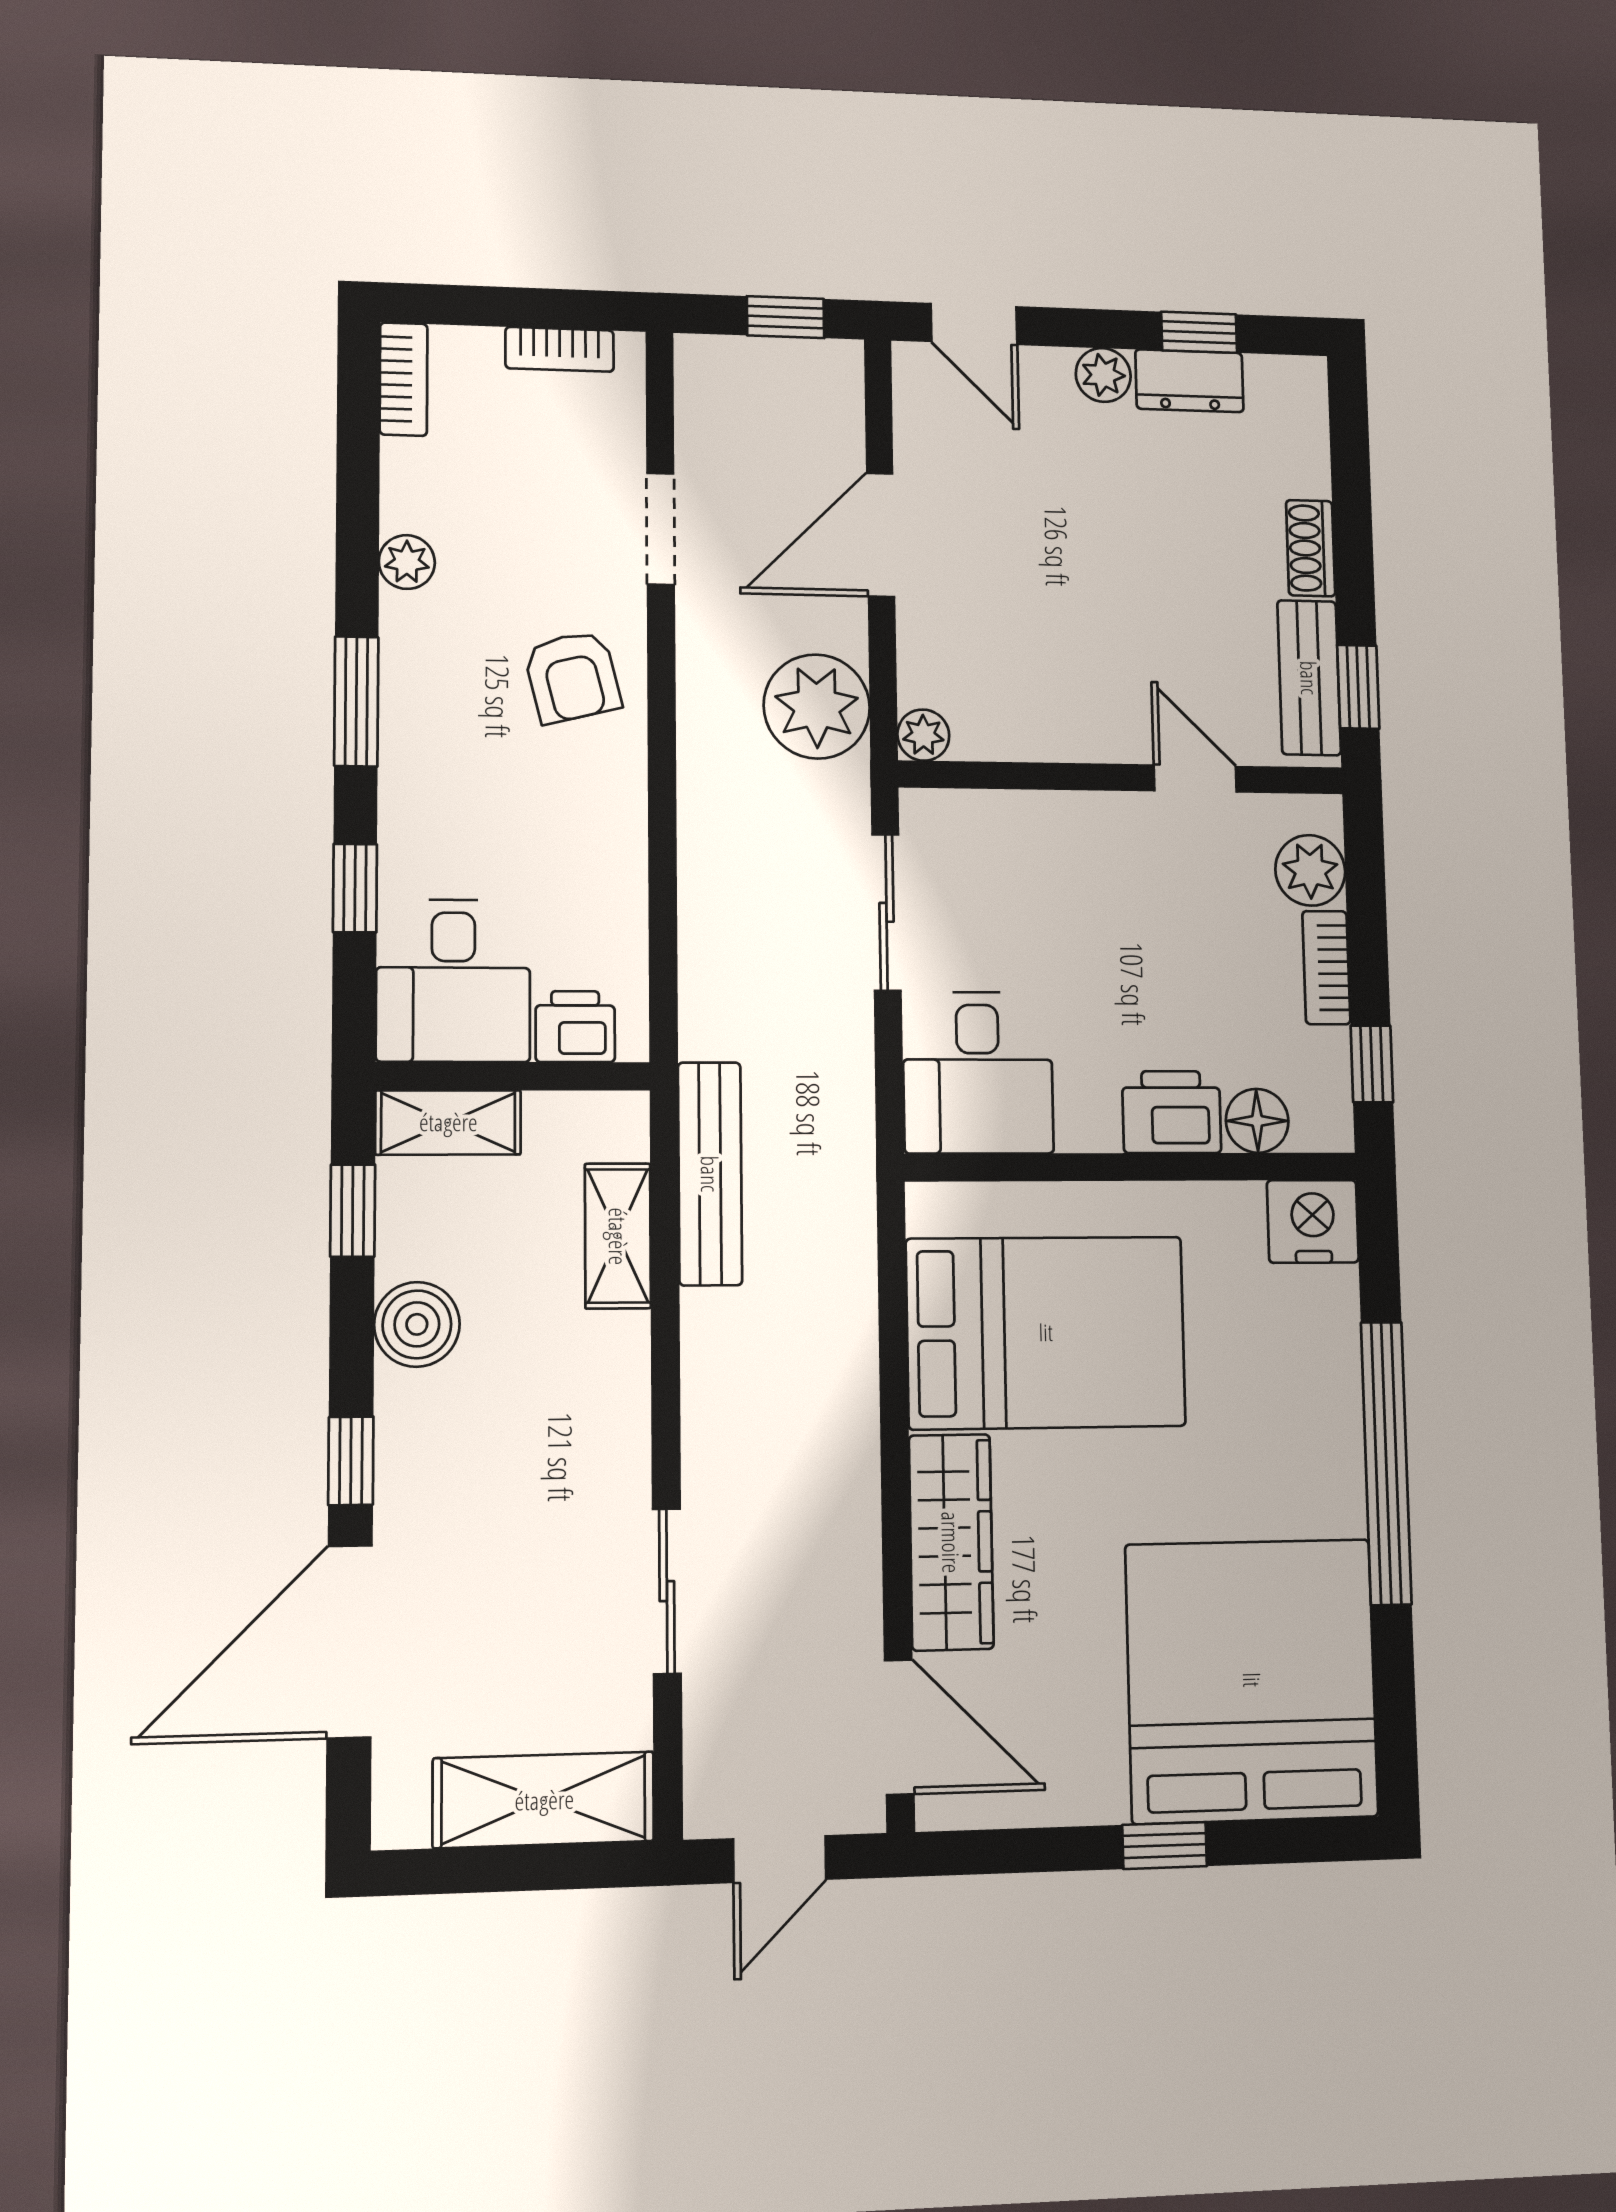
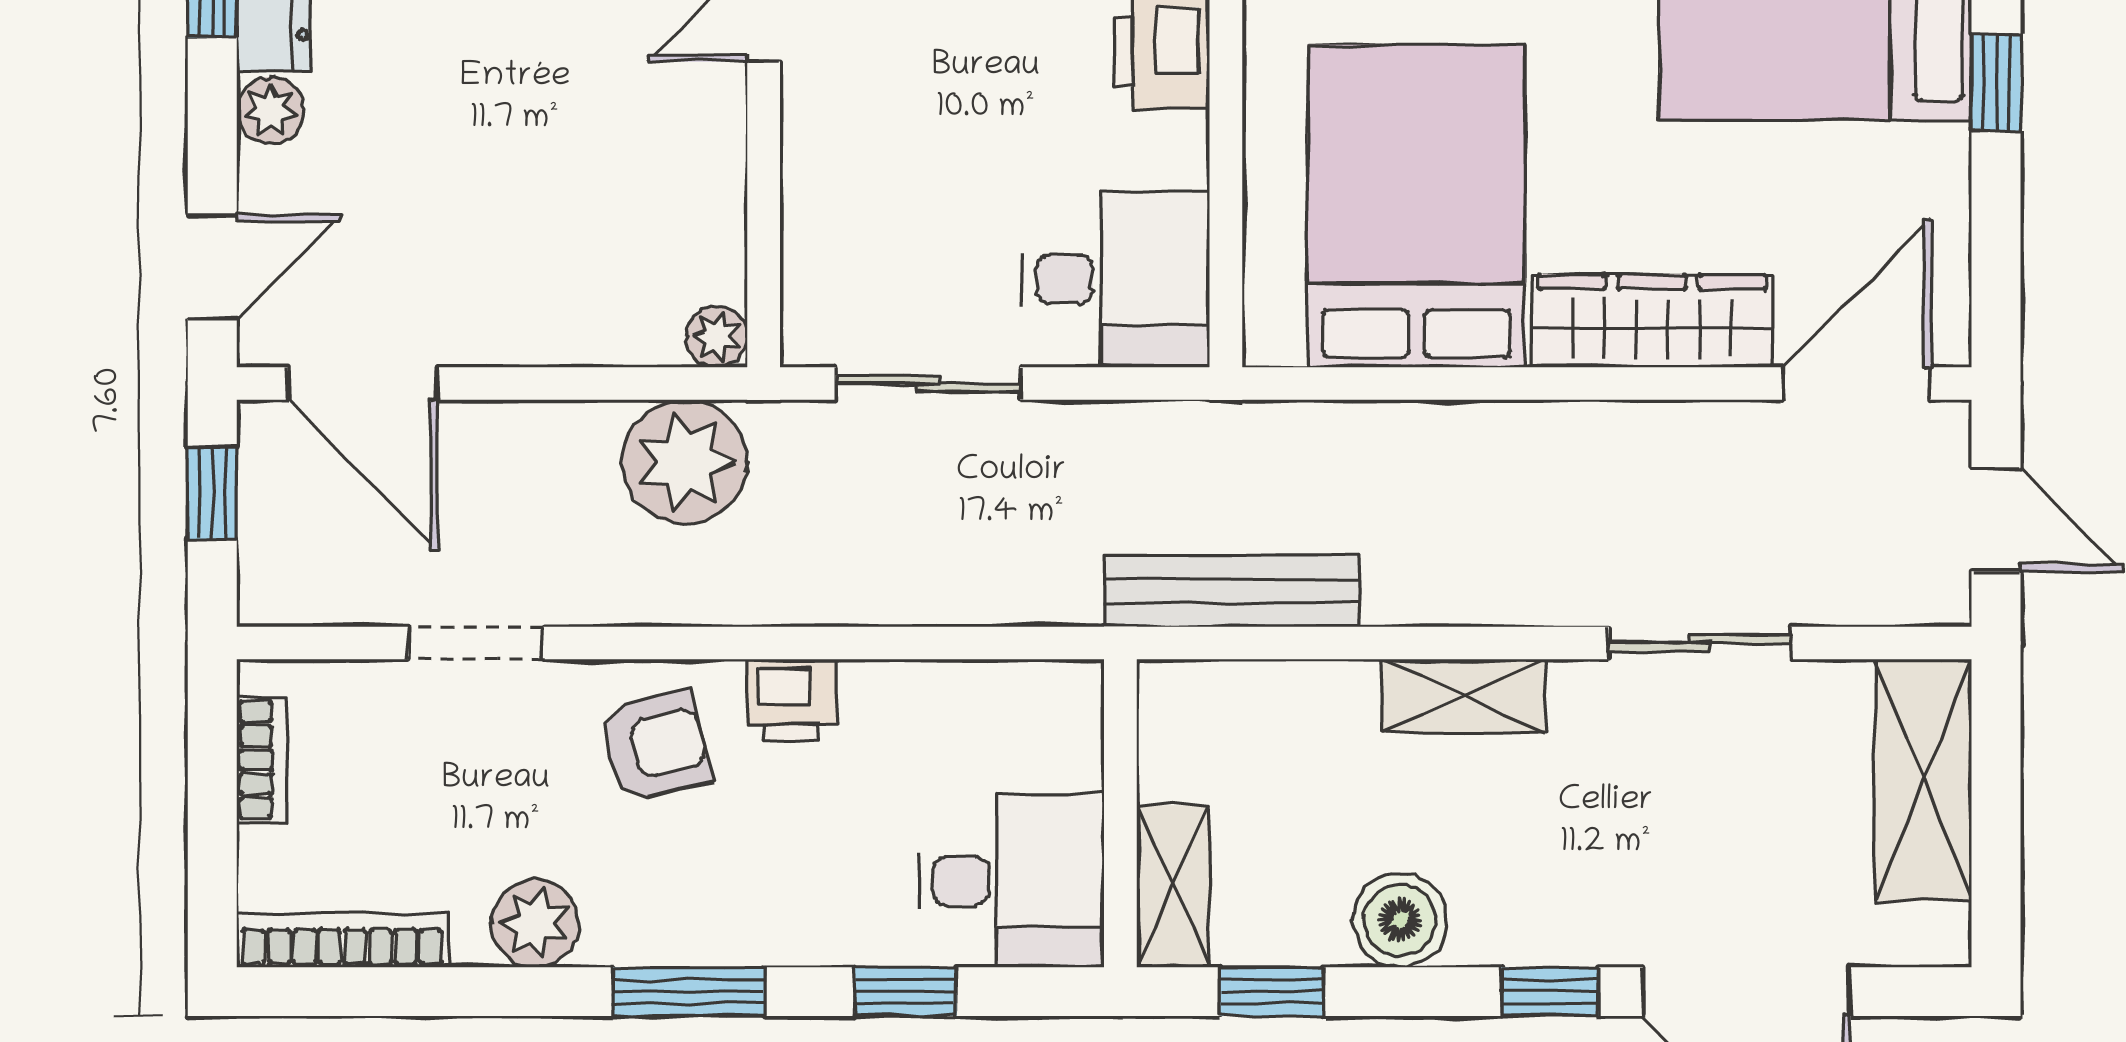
bookcase: (404, 379) -> (342, 940), width x1.56
door: (881, 535) -> (363, 384), moved
plant: (407, 562) -> (535, 923), width x1.38, depth x1.38
printer: (575, 1027) -> (792, 700), moved, turned -90
shelving: (618, 1236) -> (1463, 696), moved

